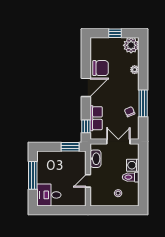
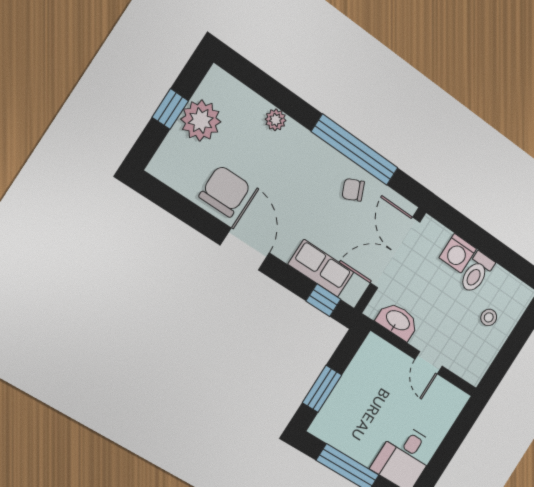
plant: (131, 45) -> (201, 121), moved
window: (143, 103) -> (355, 150), width x1.46
double door: (118, 141) -> (395, 253), width x1.37
window: (70, 147) -> (322, 389), moved

